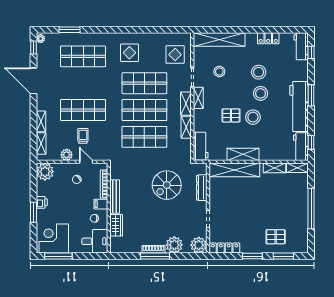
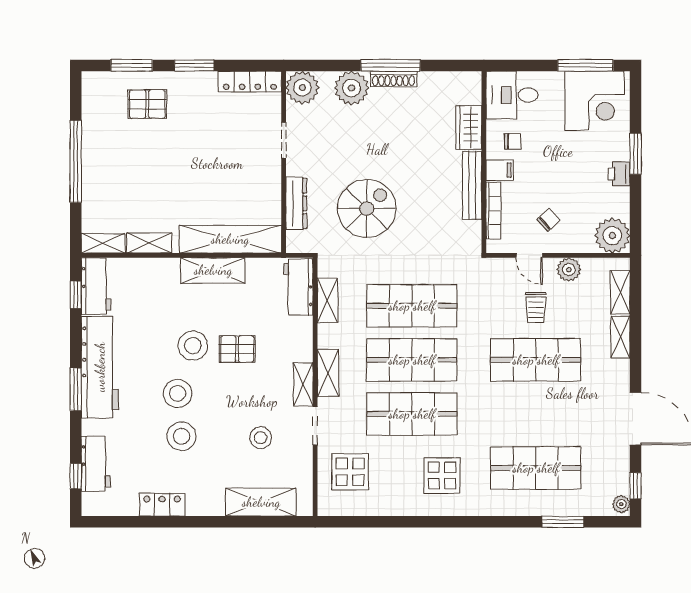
shelving: (219, 40) -> (261, 502), width x0.68
workbench: (301, 46) -> (96, 464), moved
shelving: (186, 127) -> (327, 301), moved

